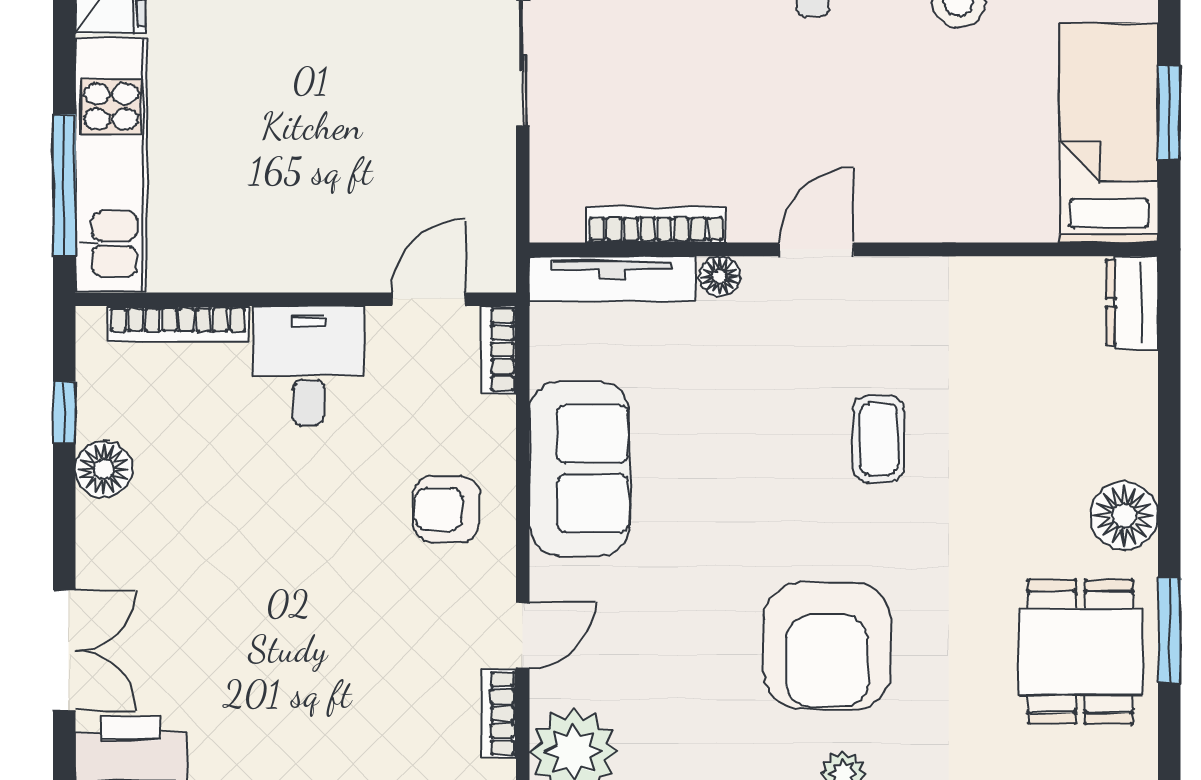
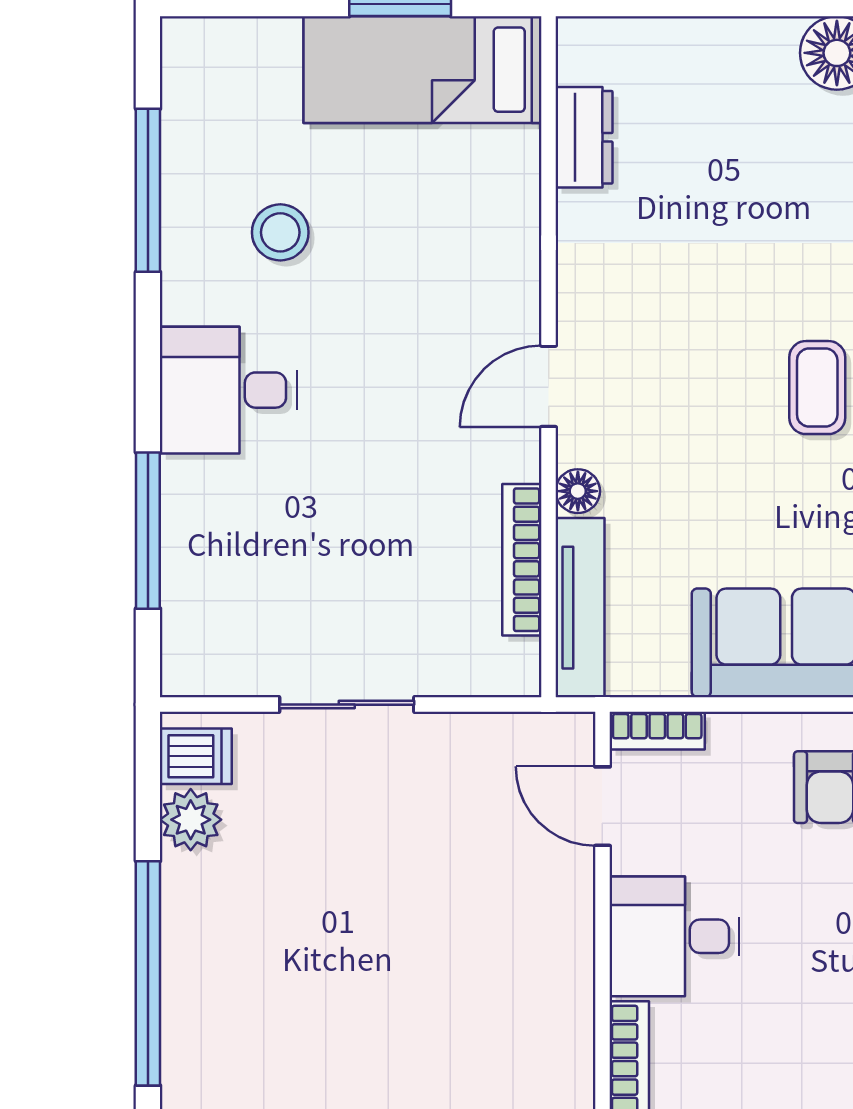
door: (816, 249) -> (549, 386), hinge flipped
dresser: (1132, 303) -> (584, 137), moved, turned -90
coffee table: (879, 439) -> (817, 388), moved, turned 90

